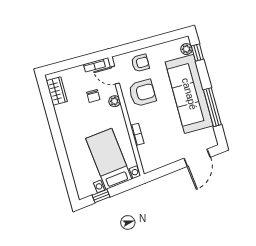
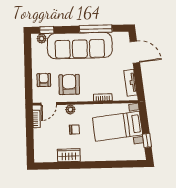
wardrobe: (57, 91) -> (69, 155), moved
chair: (93, 96) -> (74, 130), moved
tv unit: (161, 161) -> (130, 83), added

